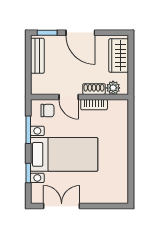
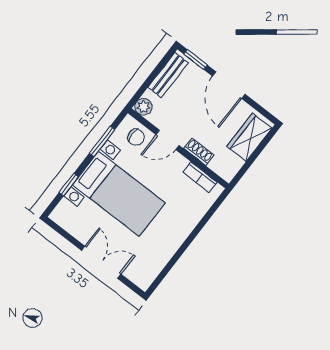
plant: (113, 88) -> (143, 107), moved
door: (69, 97) -> (168, 140), hinge flipped
bookcase: (94, 105) -> (200, 177), moved
double door: (62, 206) -> (101, 262), moved

